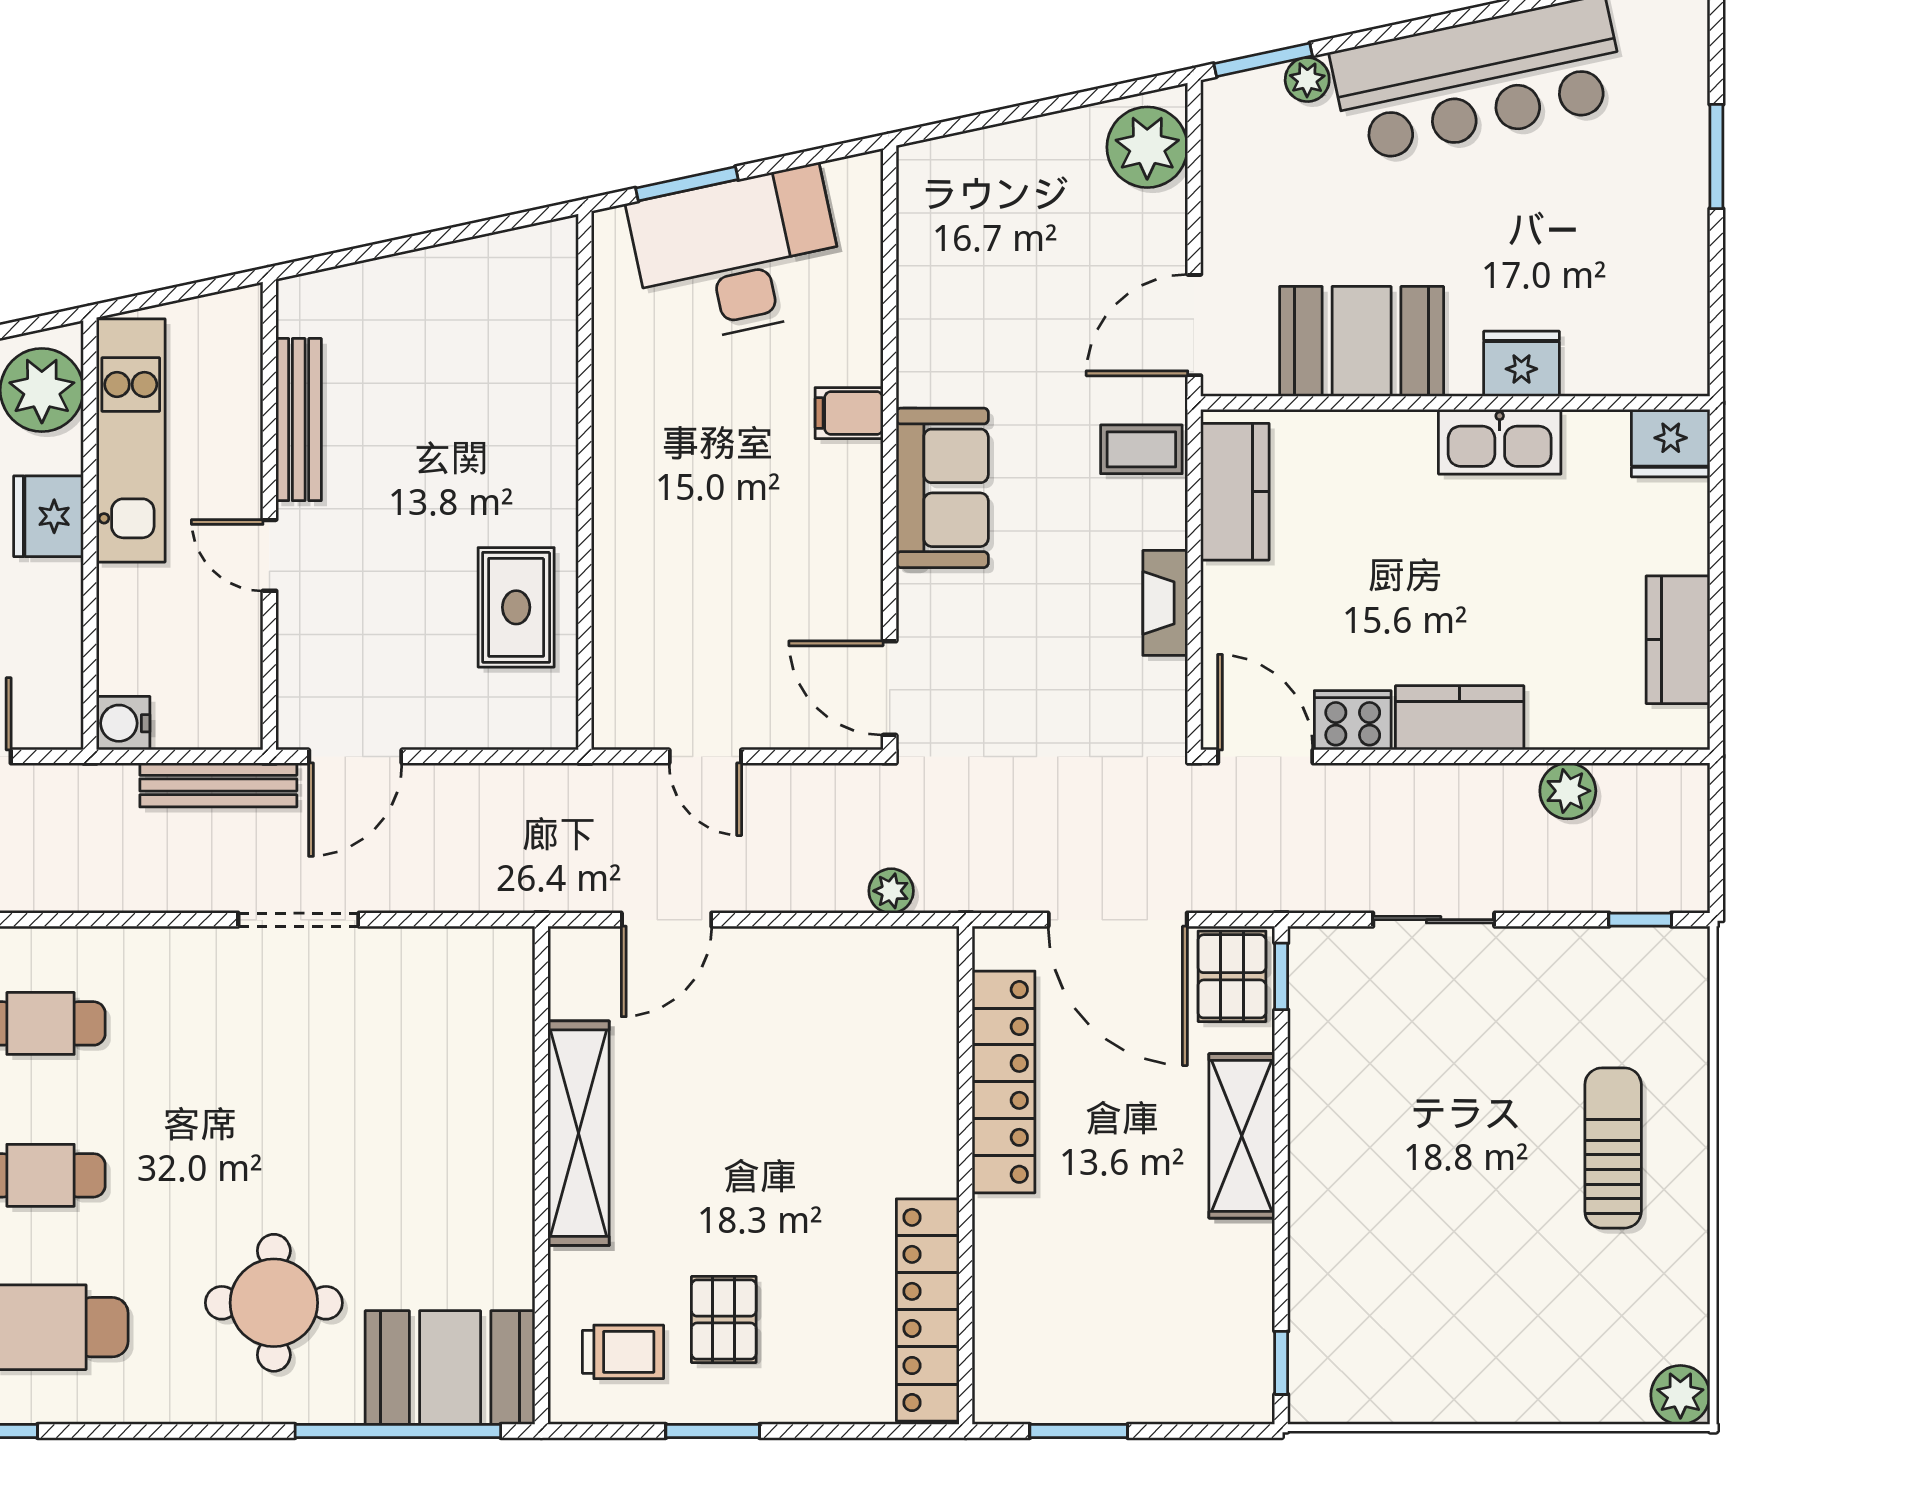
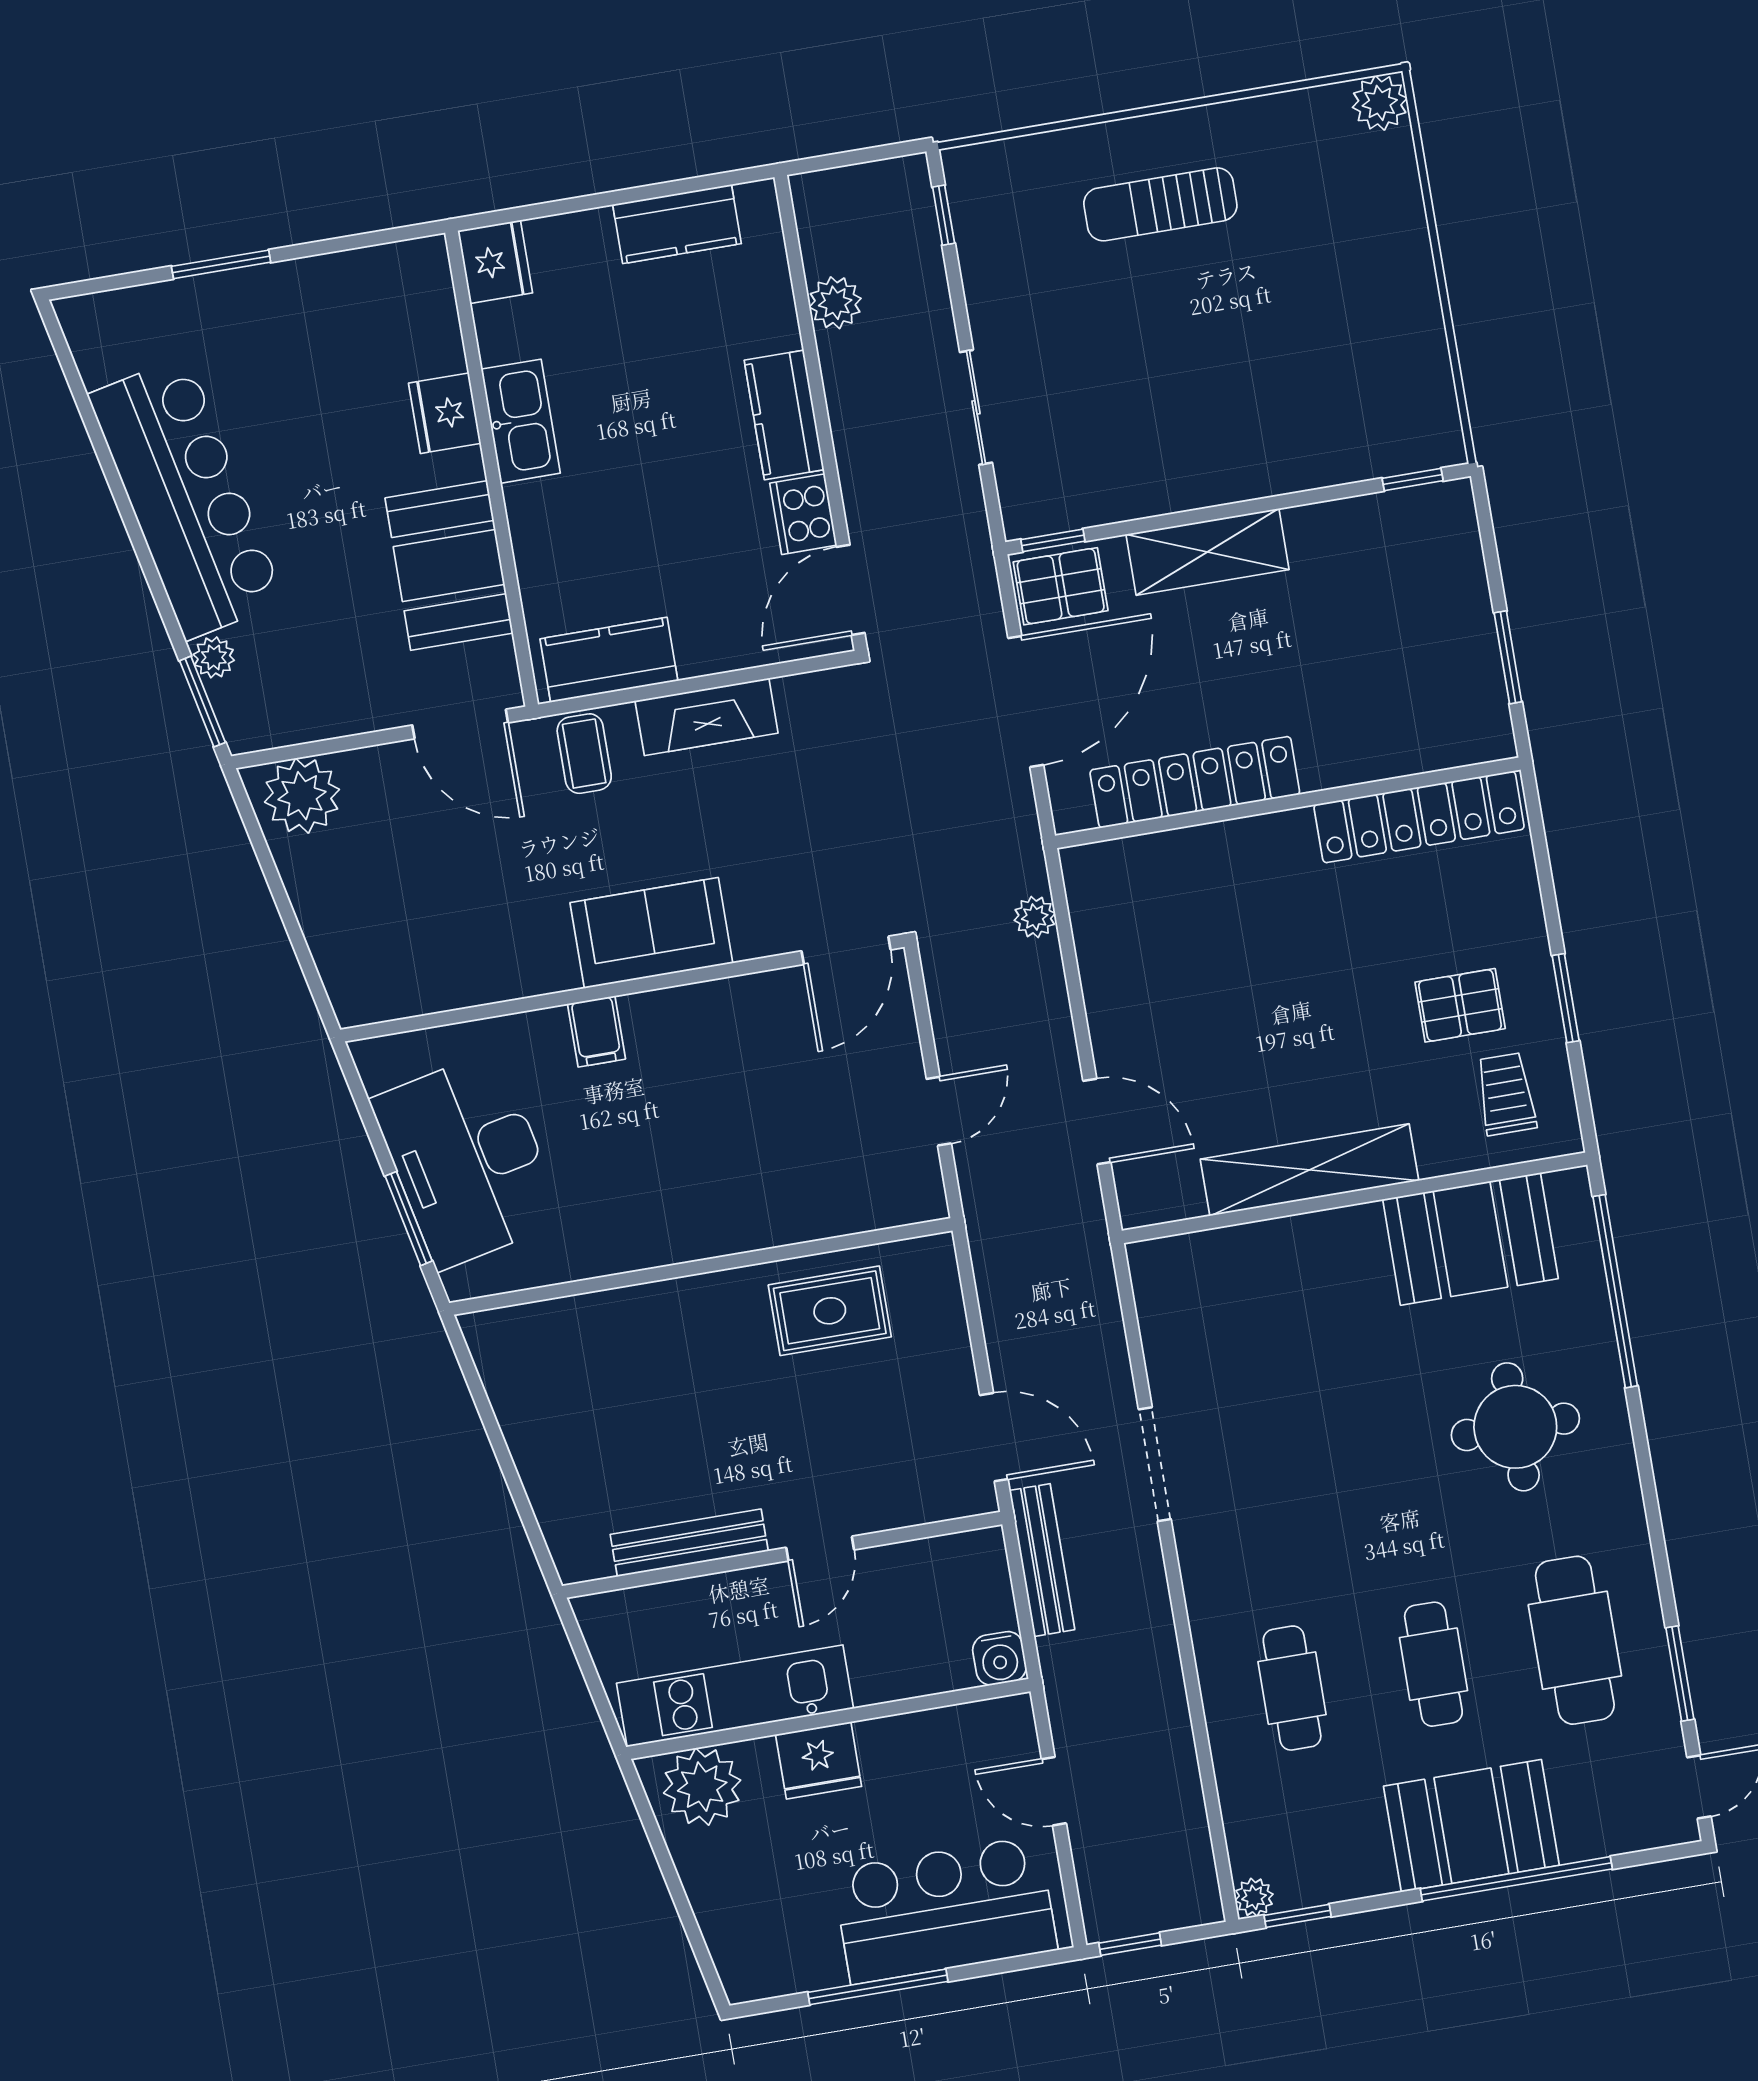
fireplace: (1165, 603) -> (707, 717), width x1.37, depth x1.32
booth: (450, 1368) -> (1470, 1239), moved, turned 90

